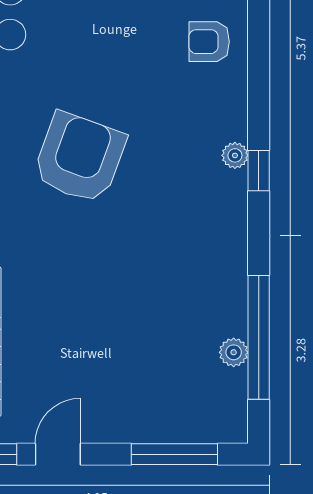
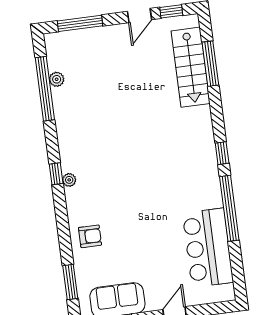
armchair: (79, 158) -> (148, 168), removed

